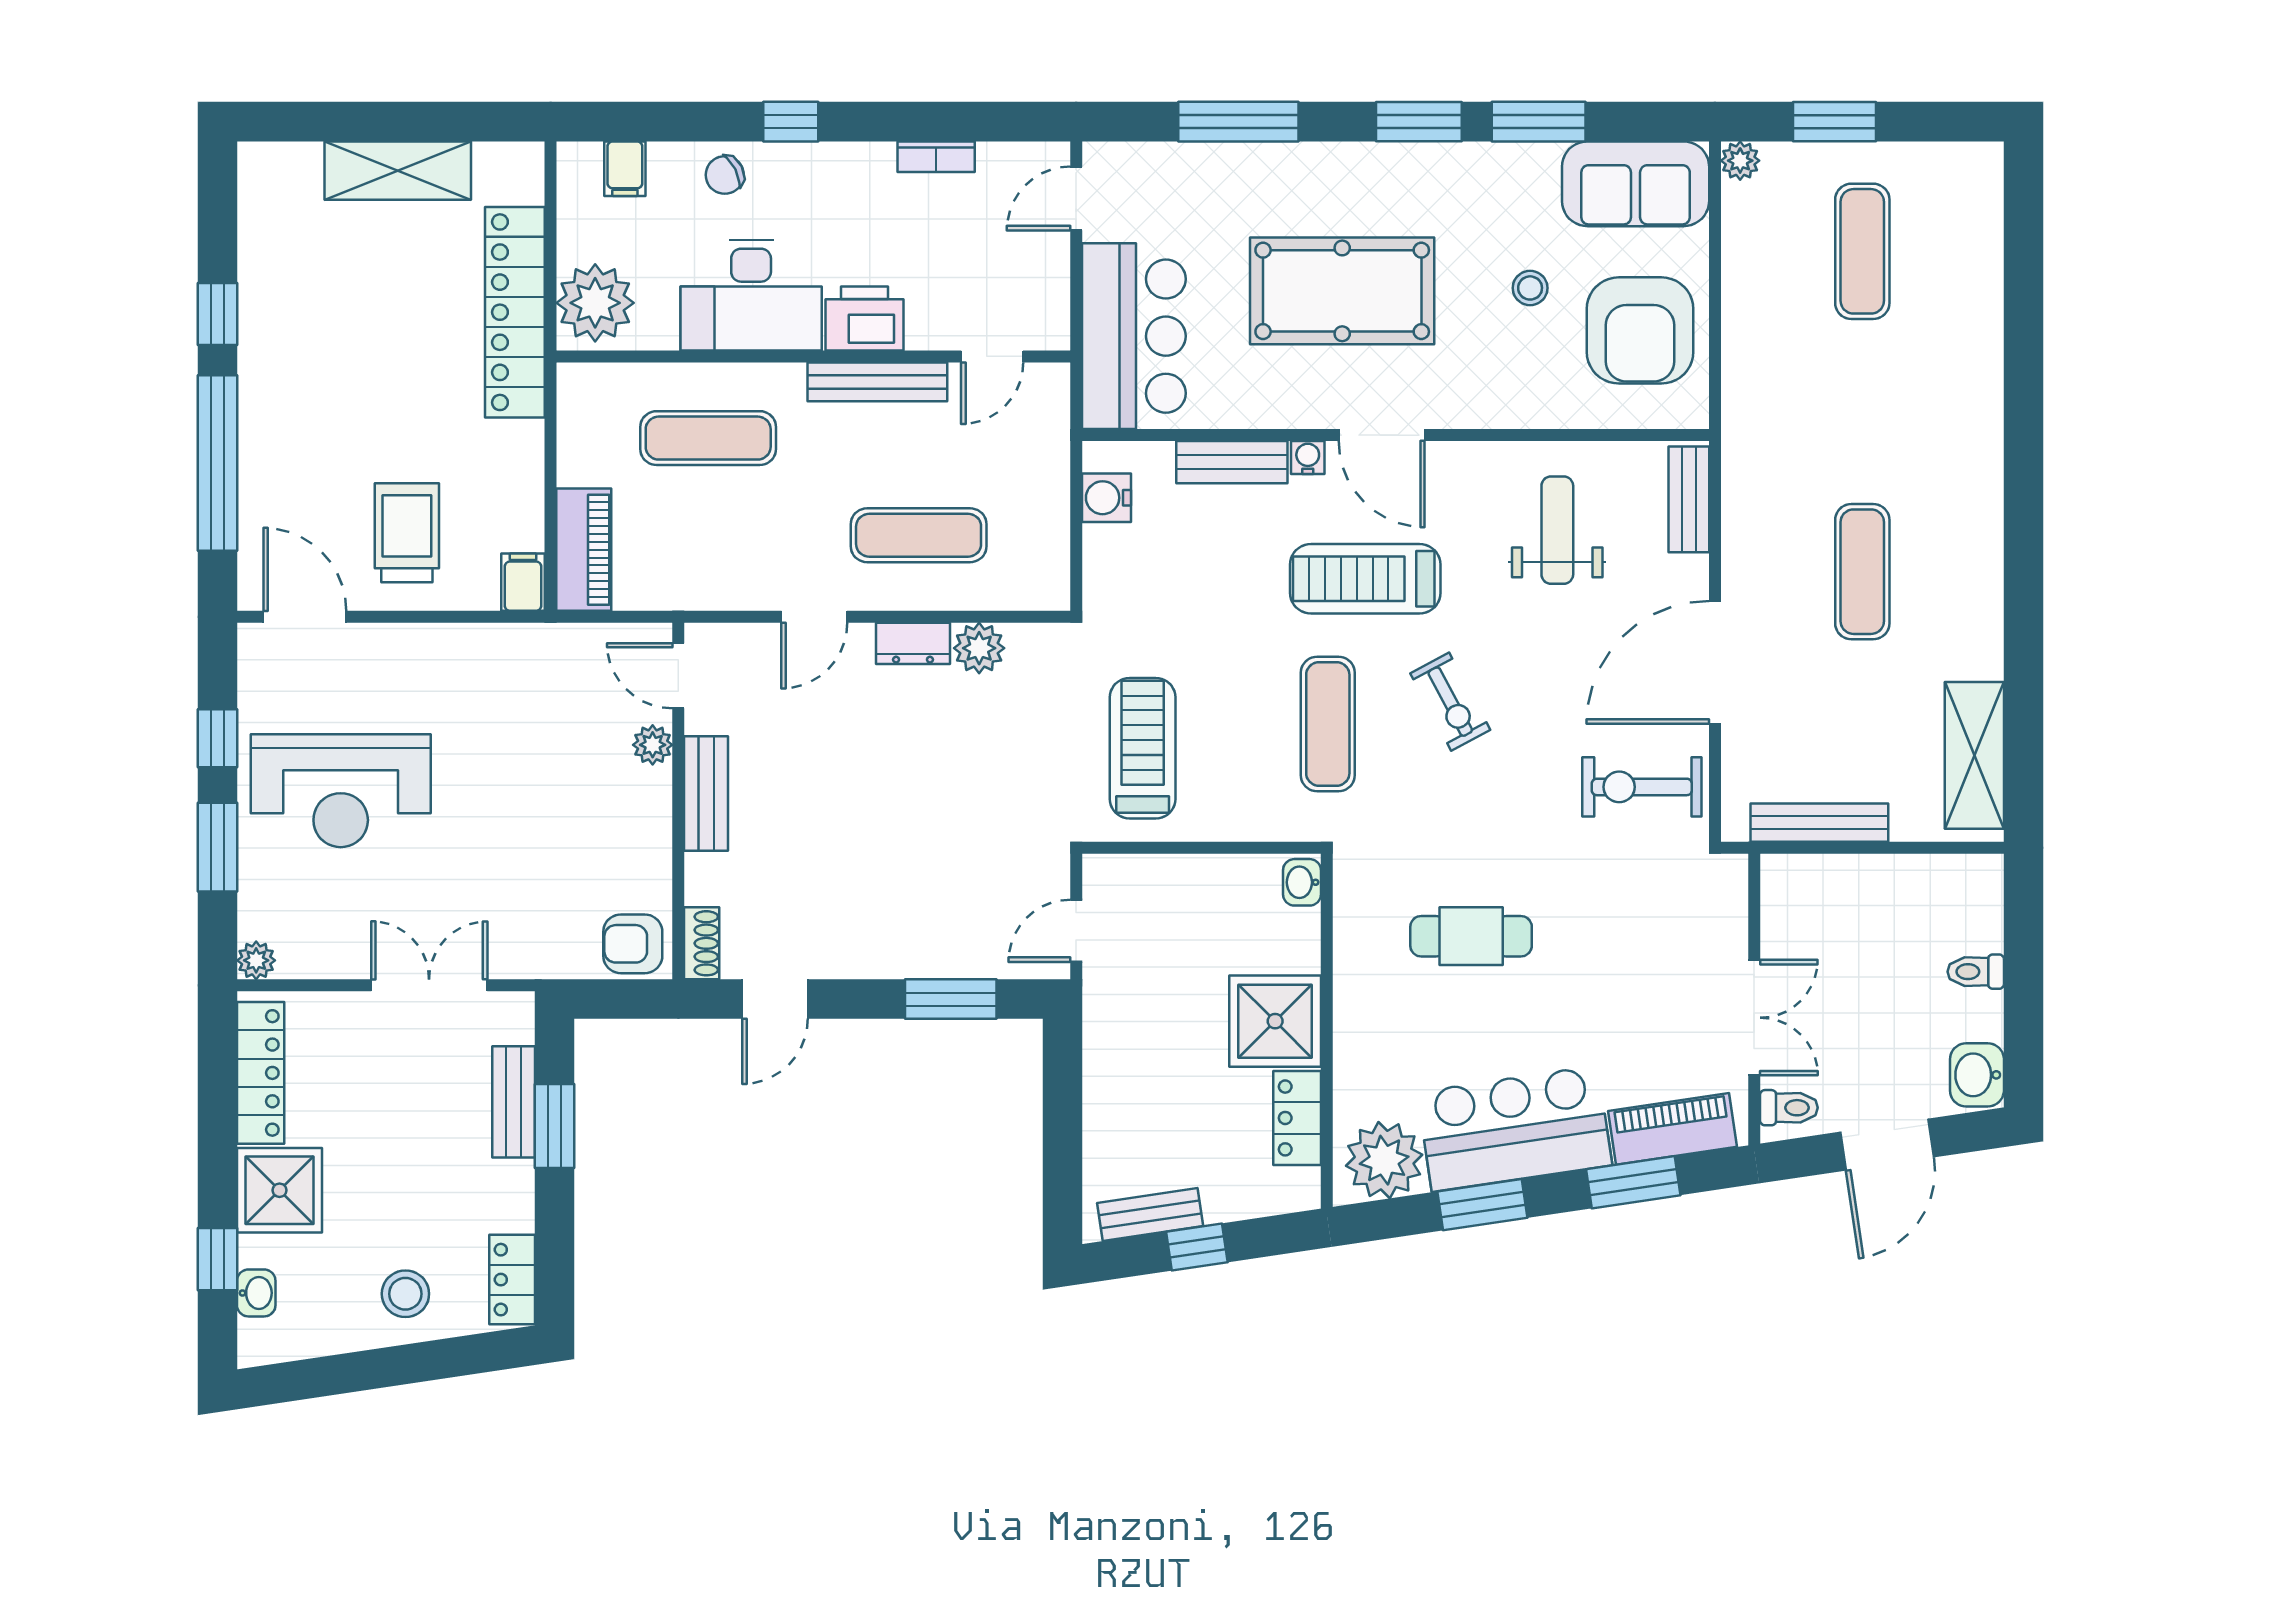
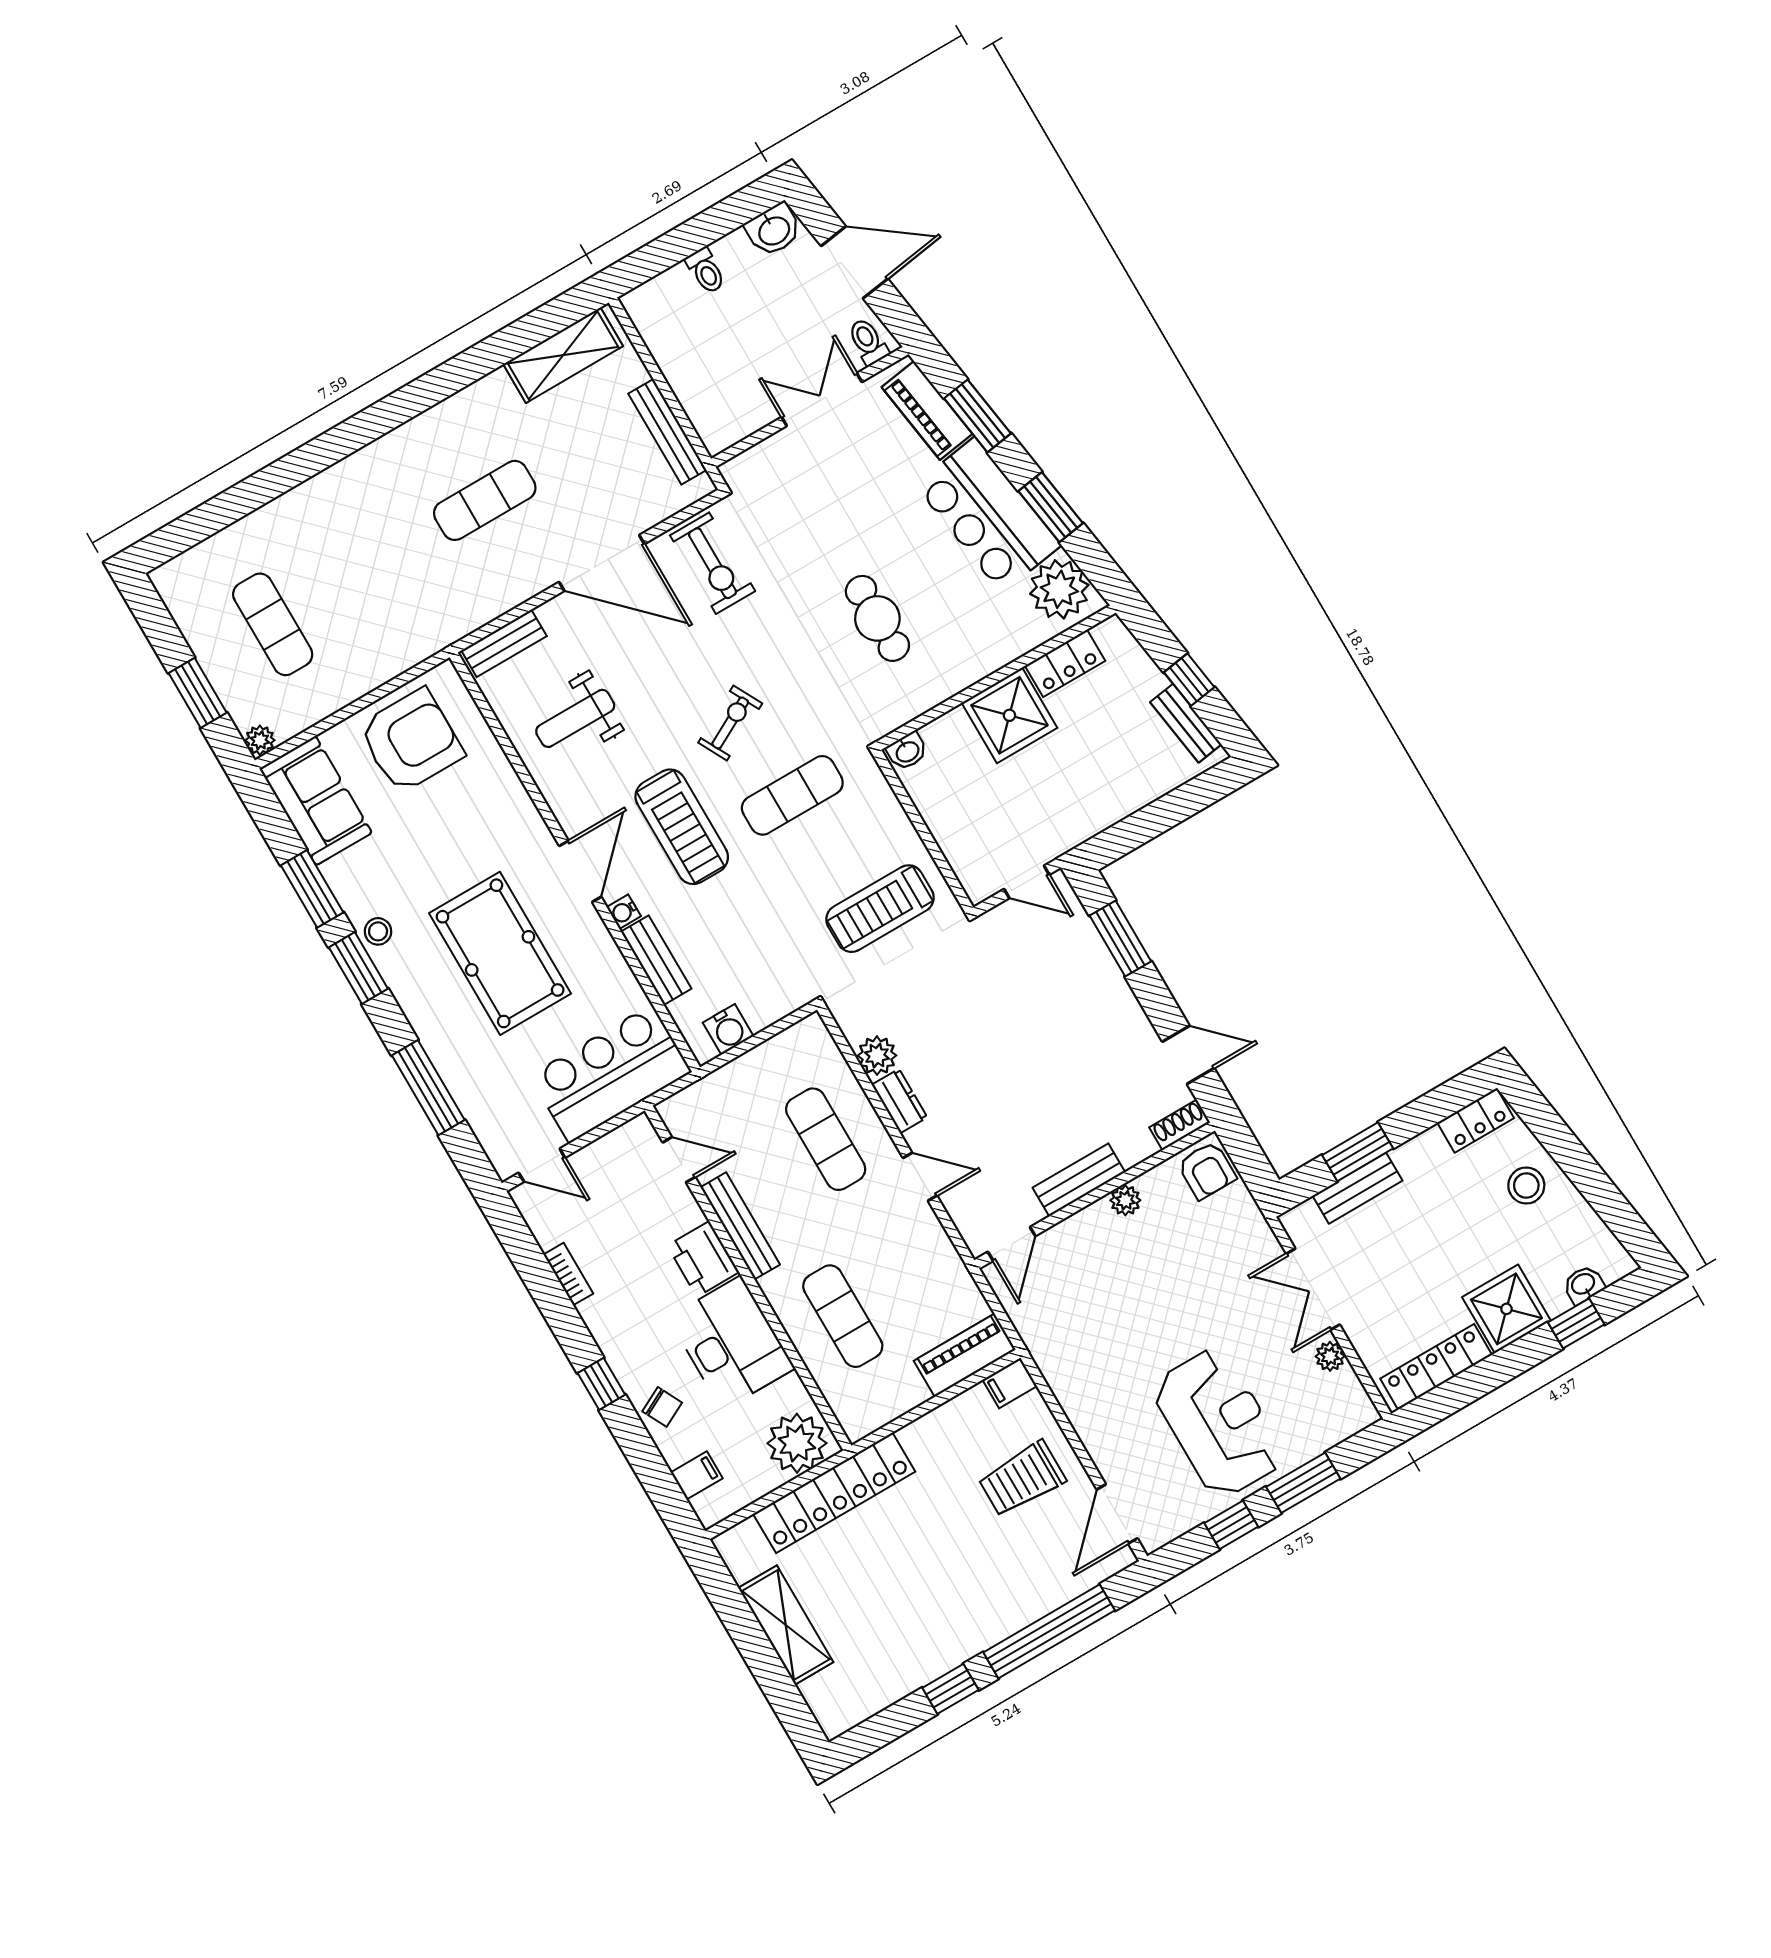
exercise mat: (1862, 251) -> (273, 624), turned 90
stool: (1530, 288) -> (378, 931), moved
plant: (653, 745) -> (1125, 1200), moved
plant: (256, 960) -> (1330, 1356), moved

